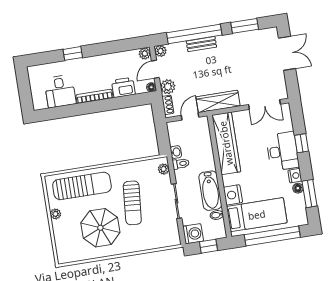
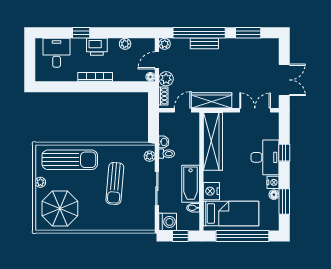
double door: (287, 53) -> (284, 80), moved
plant: (145, 54) -> (125, 44), moved
printer: (123, 87) -> (97, 47), moved, turned 180
desk: (60, 91) -> (57, 53), moved, turned 180
double door: (264, 104) -> (255, 110), swing flipped
parasol: (100, 228) -> (60, 208), moved

